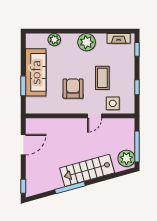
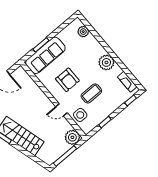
plant: (54, 40) -> (83, 32), moved
sofa: (36, 72) -> (45, 55), moved
armchair: (73, 89) -> (67, 80), turned 90
plant: (126, 158) -> (72, 137), moved

